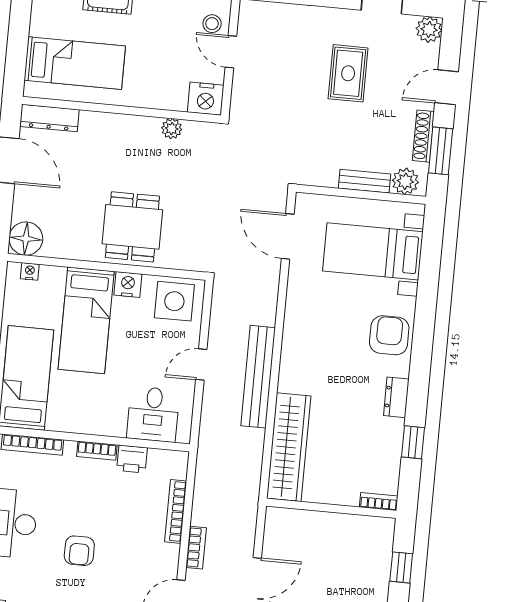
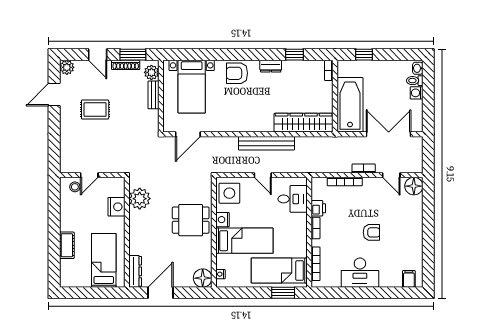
nightstand: (206, 99) -> (116, 207), moved
plant: (172, 129) -> (140, 199), width x1.88, depth x1.88
bathtub: (313, 534) -> (350, 105), added

